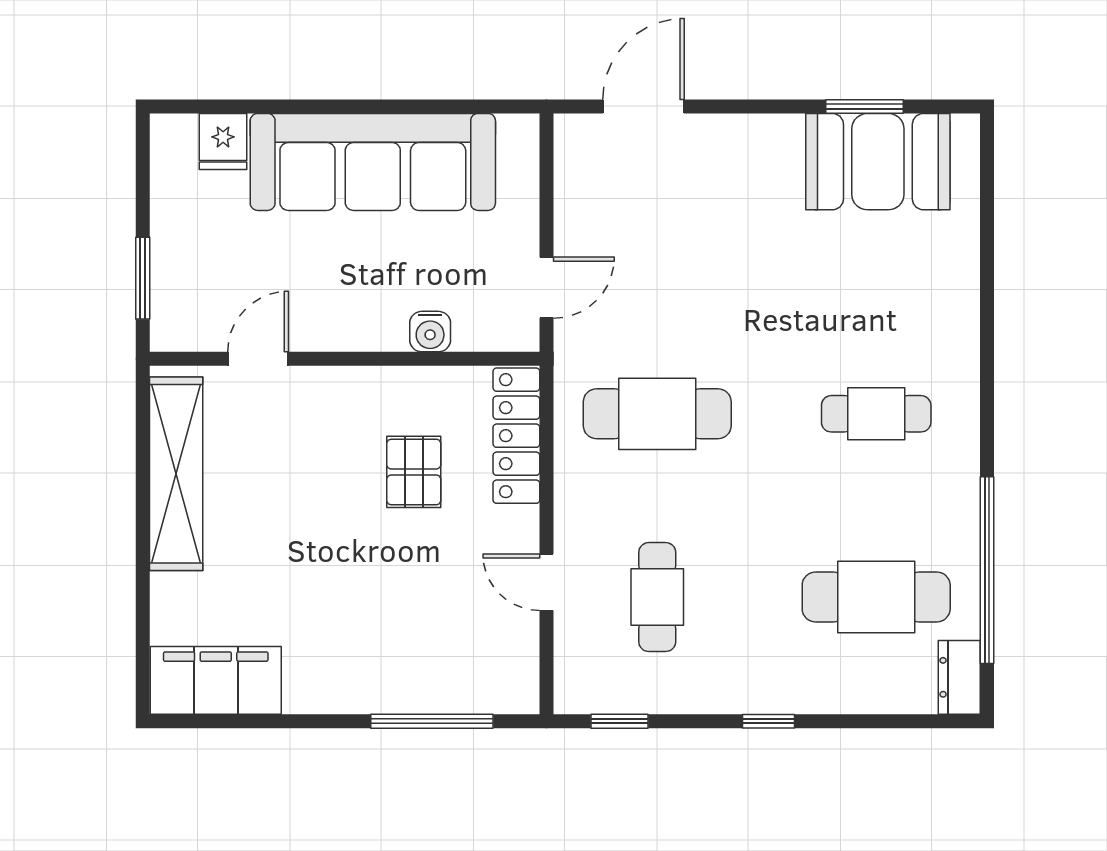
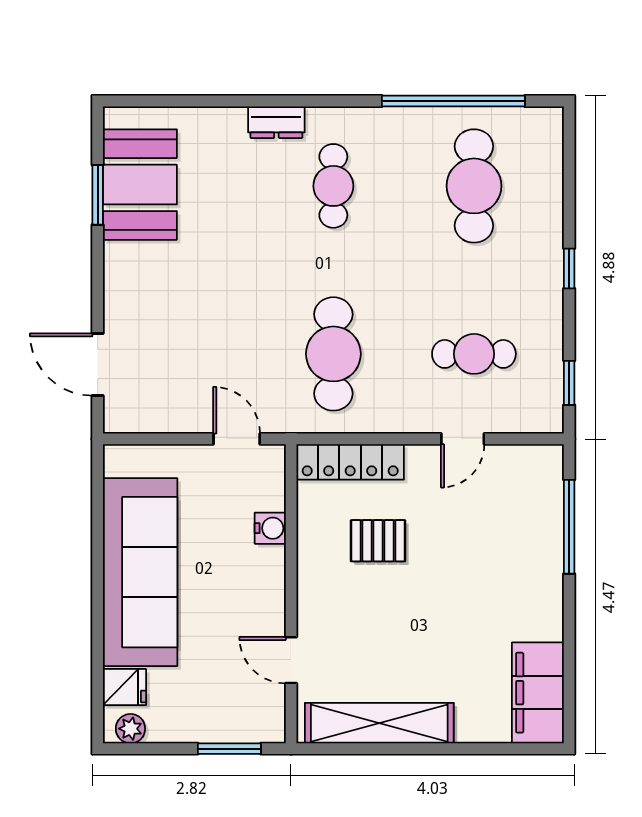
plant: (169, 149) -> (130, 729), added
dresser: (959, 677) -> (276, 122), moved

